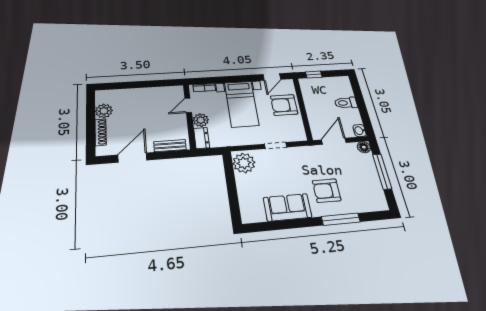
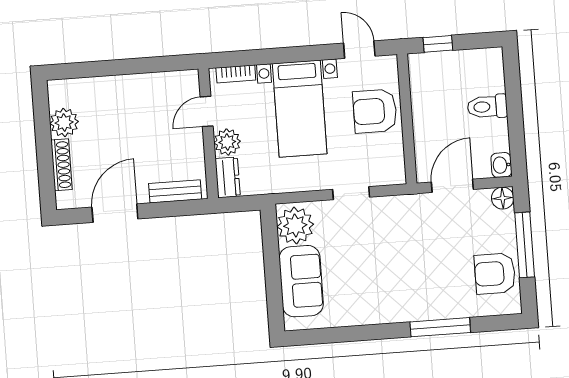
door: (272, 77) -> (359, 50), swing flipped
armchair: (327, 191) -> (495, 274), moved
sofa: (287, 207) -> (301, 281), moved, turned 90

